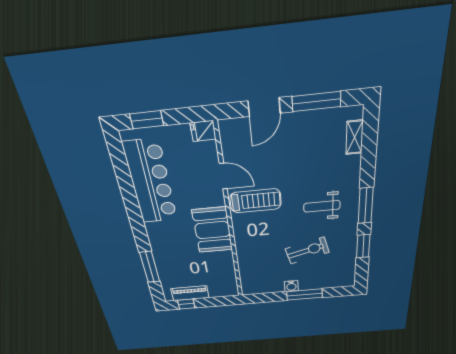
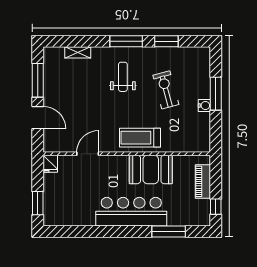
shelving: (355, 137) -> (78, 52), moved
bar counter: (151, 182) -> (131, 212), moved
treadmill: (256, 201) -> (140, 138), moved, turned -90
weight bench: (322, 206) -> (123, 77), turned 180
booth: (212, 230) -> (151, 169), moved
piano: (190, 293) -> (203, 181), moved

